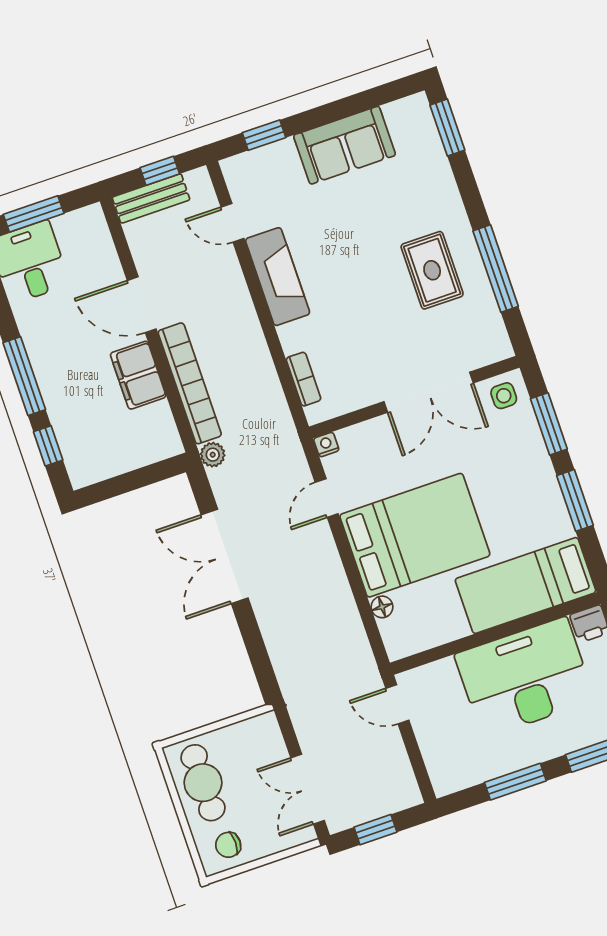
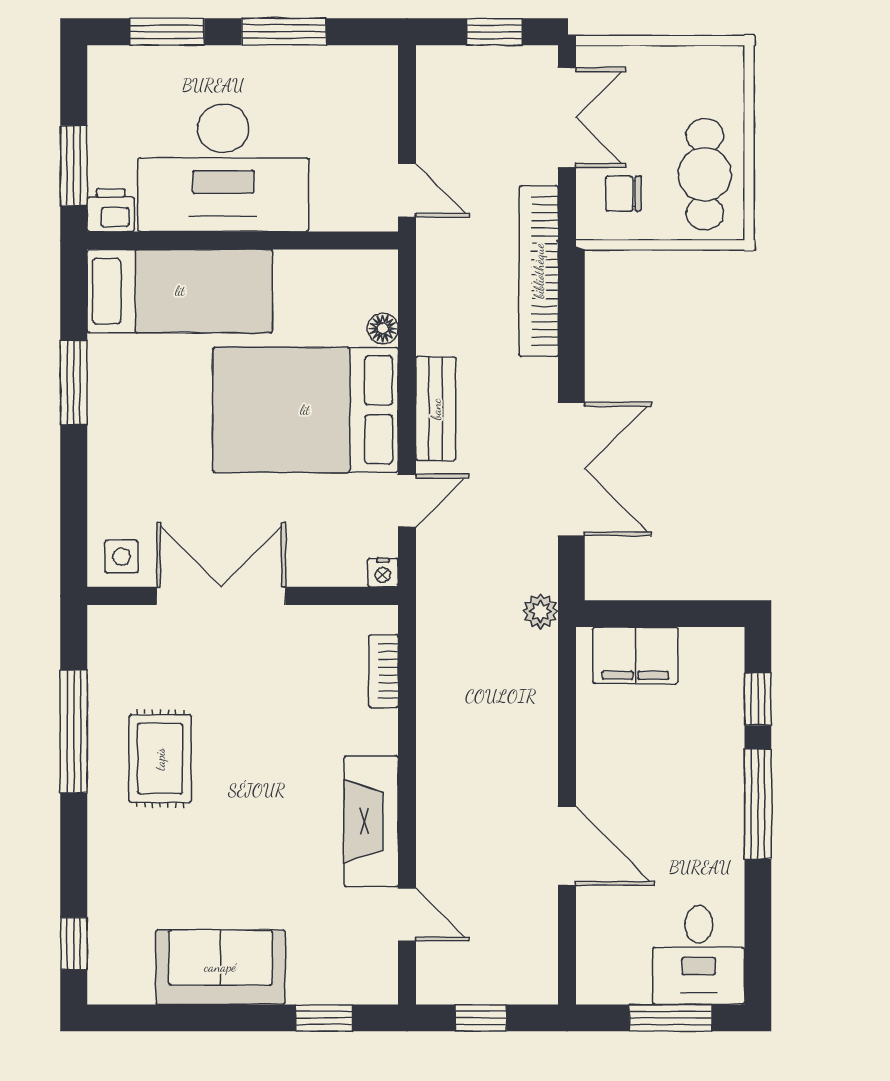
window: (447, 128) -> (74, 944), width x0.67
bench: (151, 198) -> (436, 409), moved, turned 90
filing cabinet: (138, 375) -> (635, 655), moved, turned 90
bookcase: (190, 383) -> (539, 271), moved
window: (549, 424) -> (74, 498), removed
chair: (228, 845) -> (624, 194), moved, turned 180

